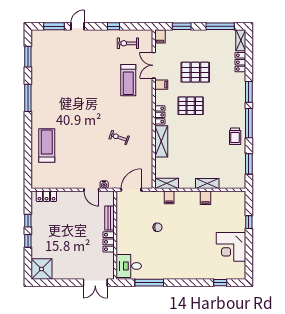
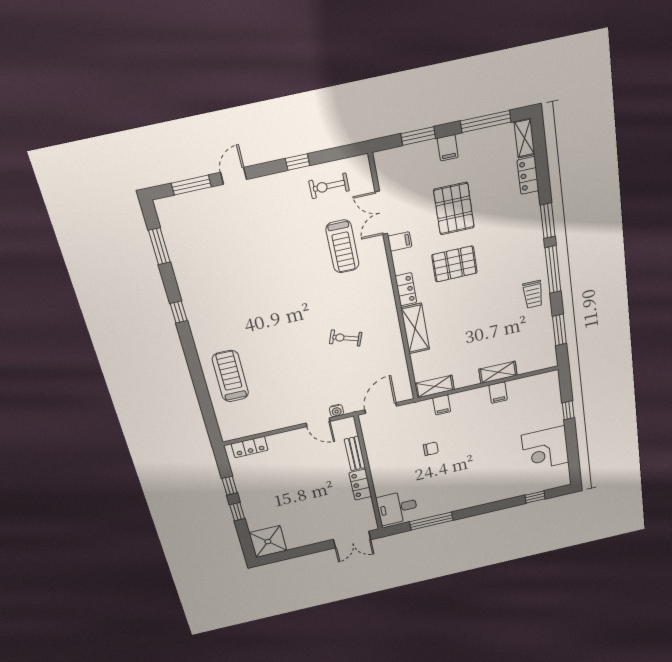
filing cabinet: (160, 36) -> (448, 148), moved
pallet: (195, 72) -> (454, 209), turned 90
window: (28, 98) -> (179, 312), width x0.46

